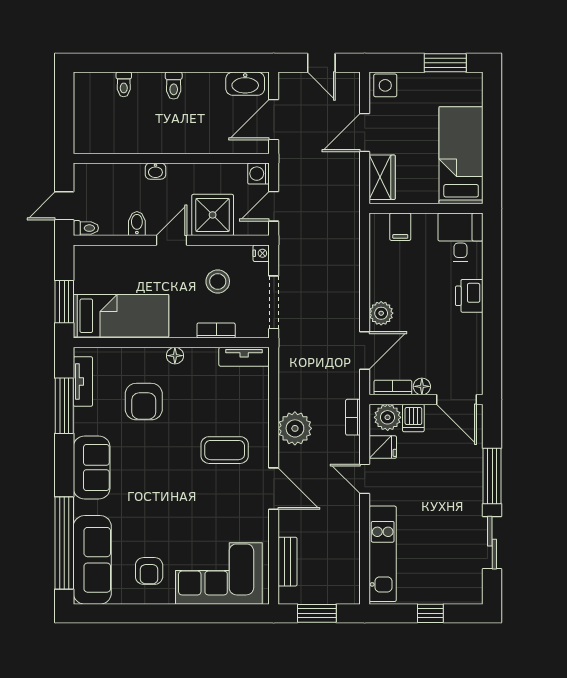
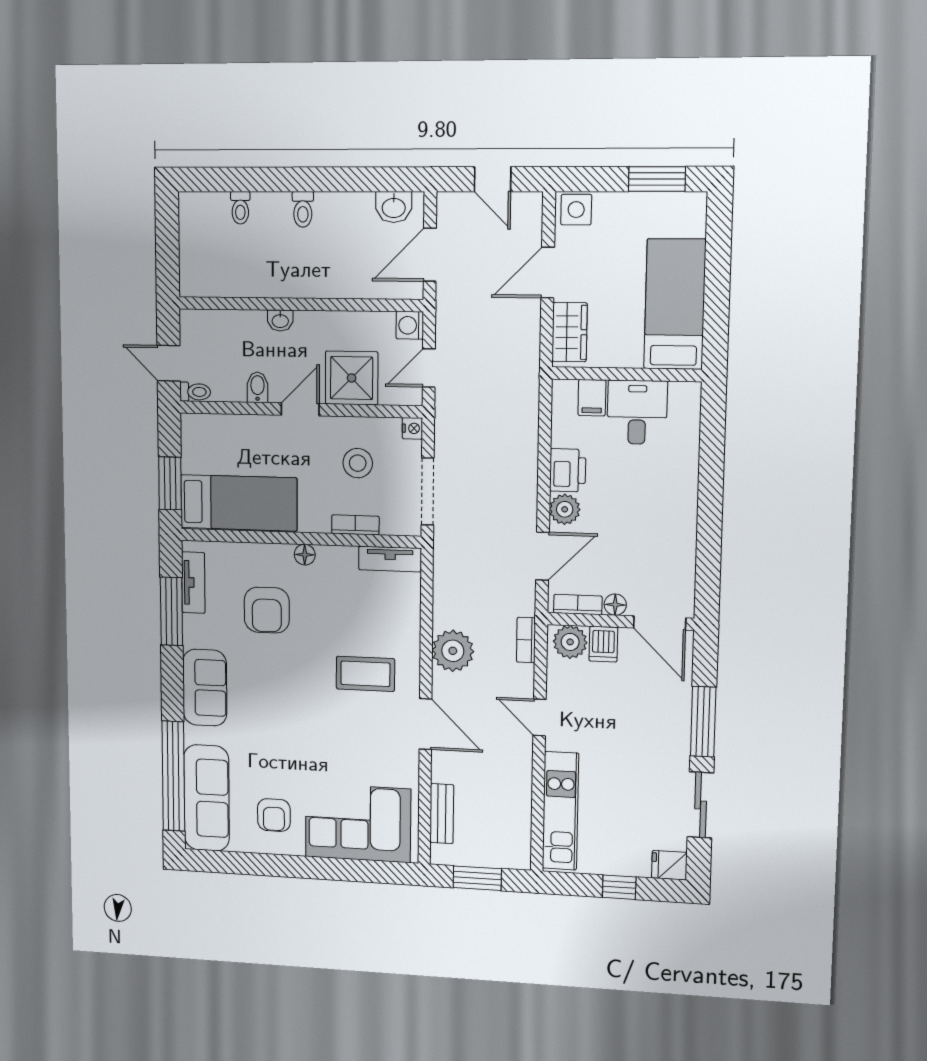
washbasin: (245, 84) -> (394, 207), width x0.72
door: (64, 206) -> (169, 363), hinge flipped
desk: (460, 237) -> (637, 412), moved
printer: (469, 296) -> (568, 470), moved, turned 180
fridge: (383, 447) -> (669, 865), moved, turned 180

